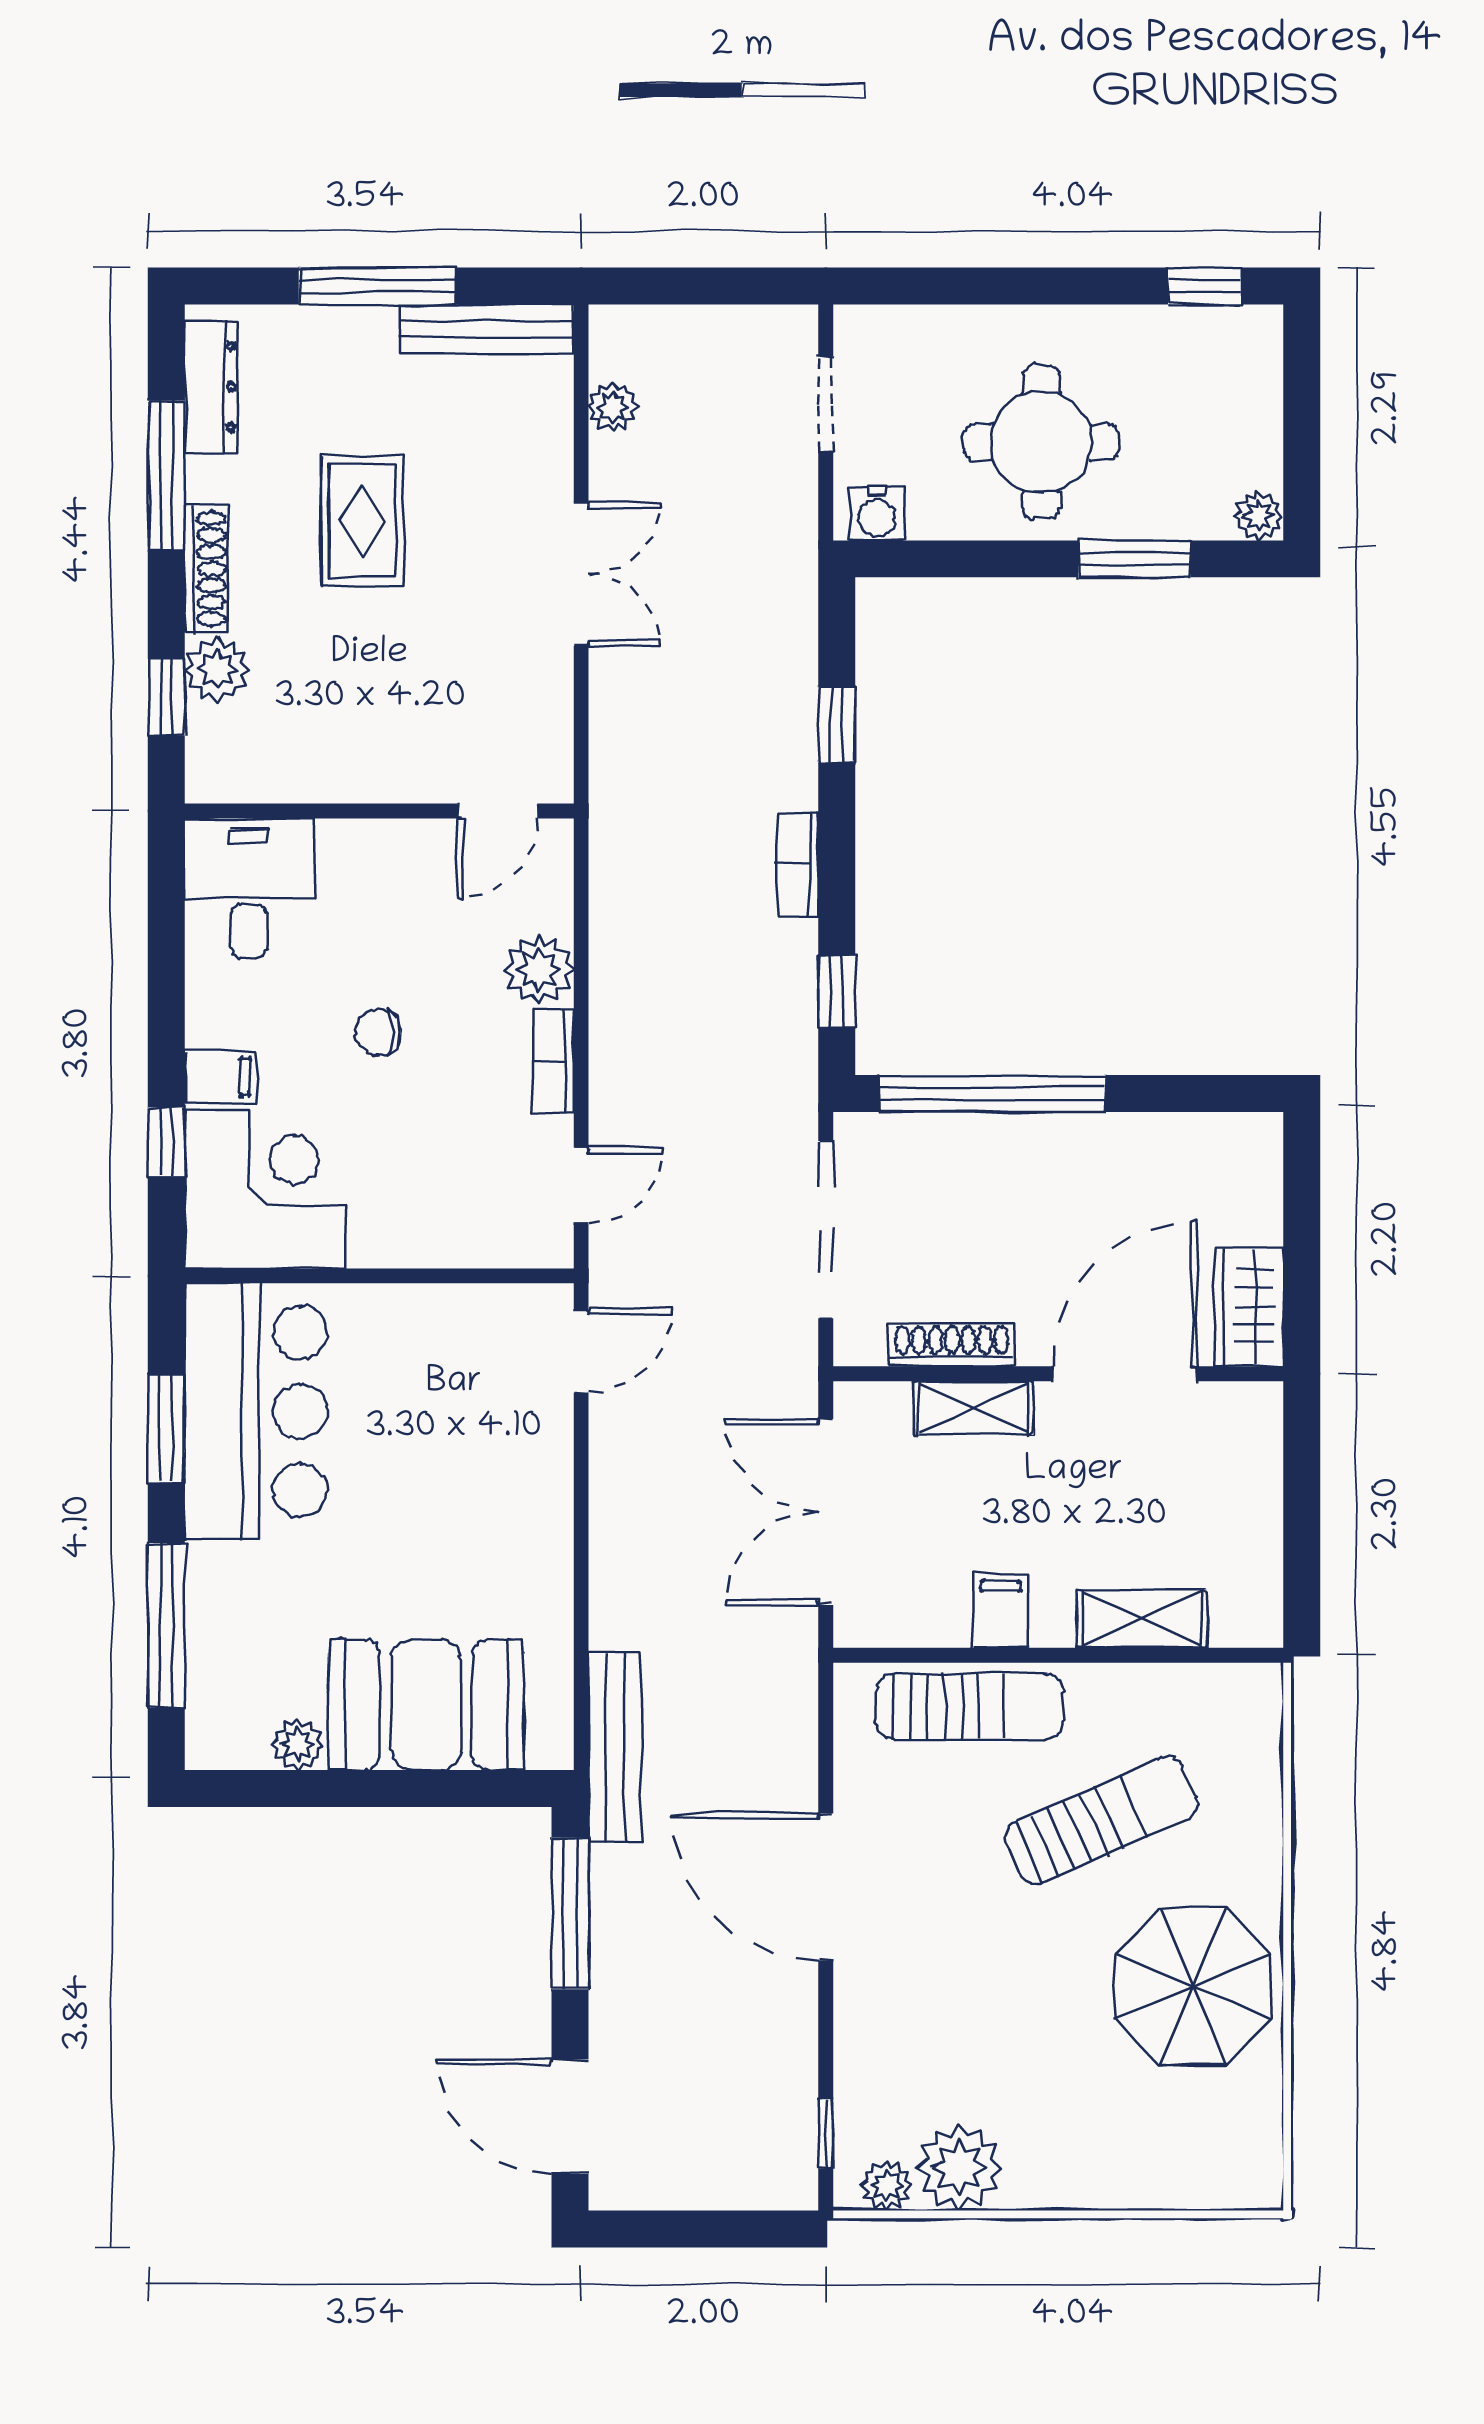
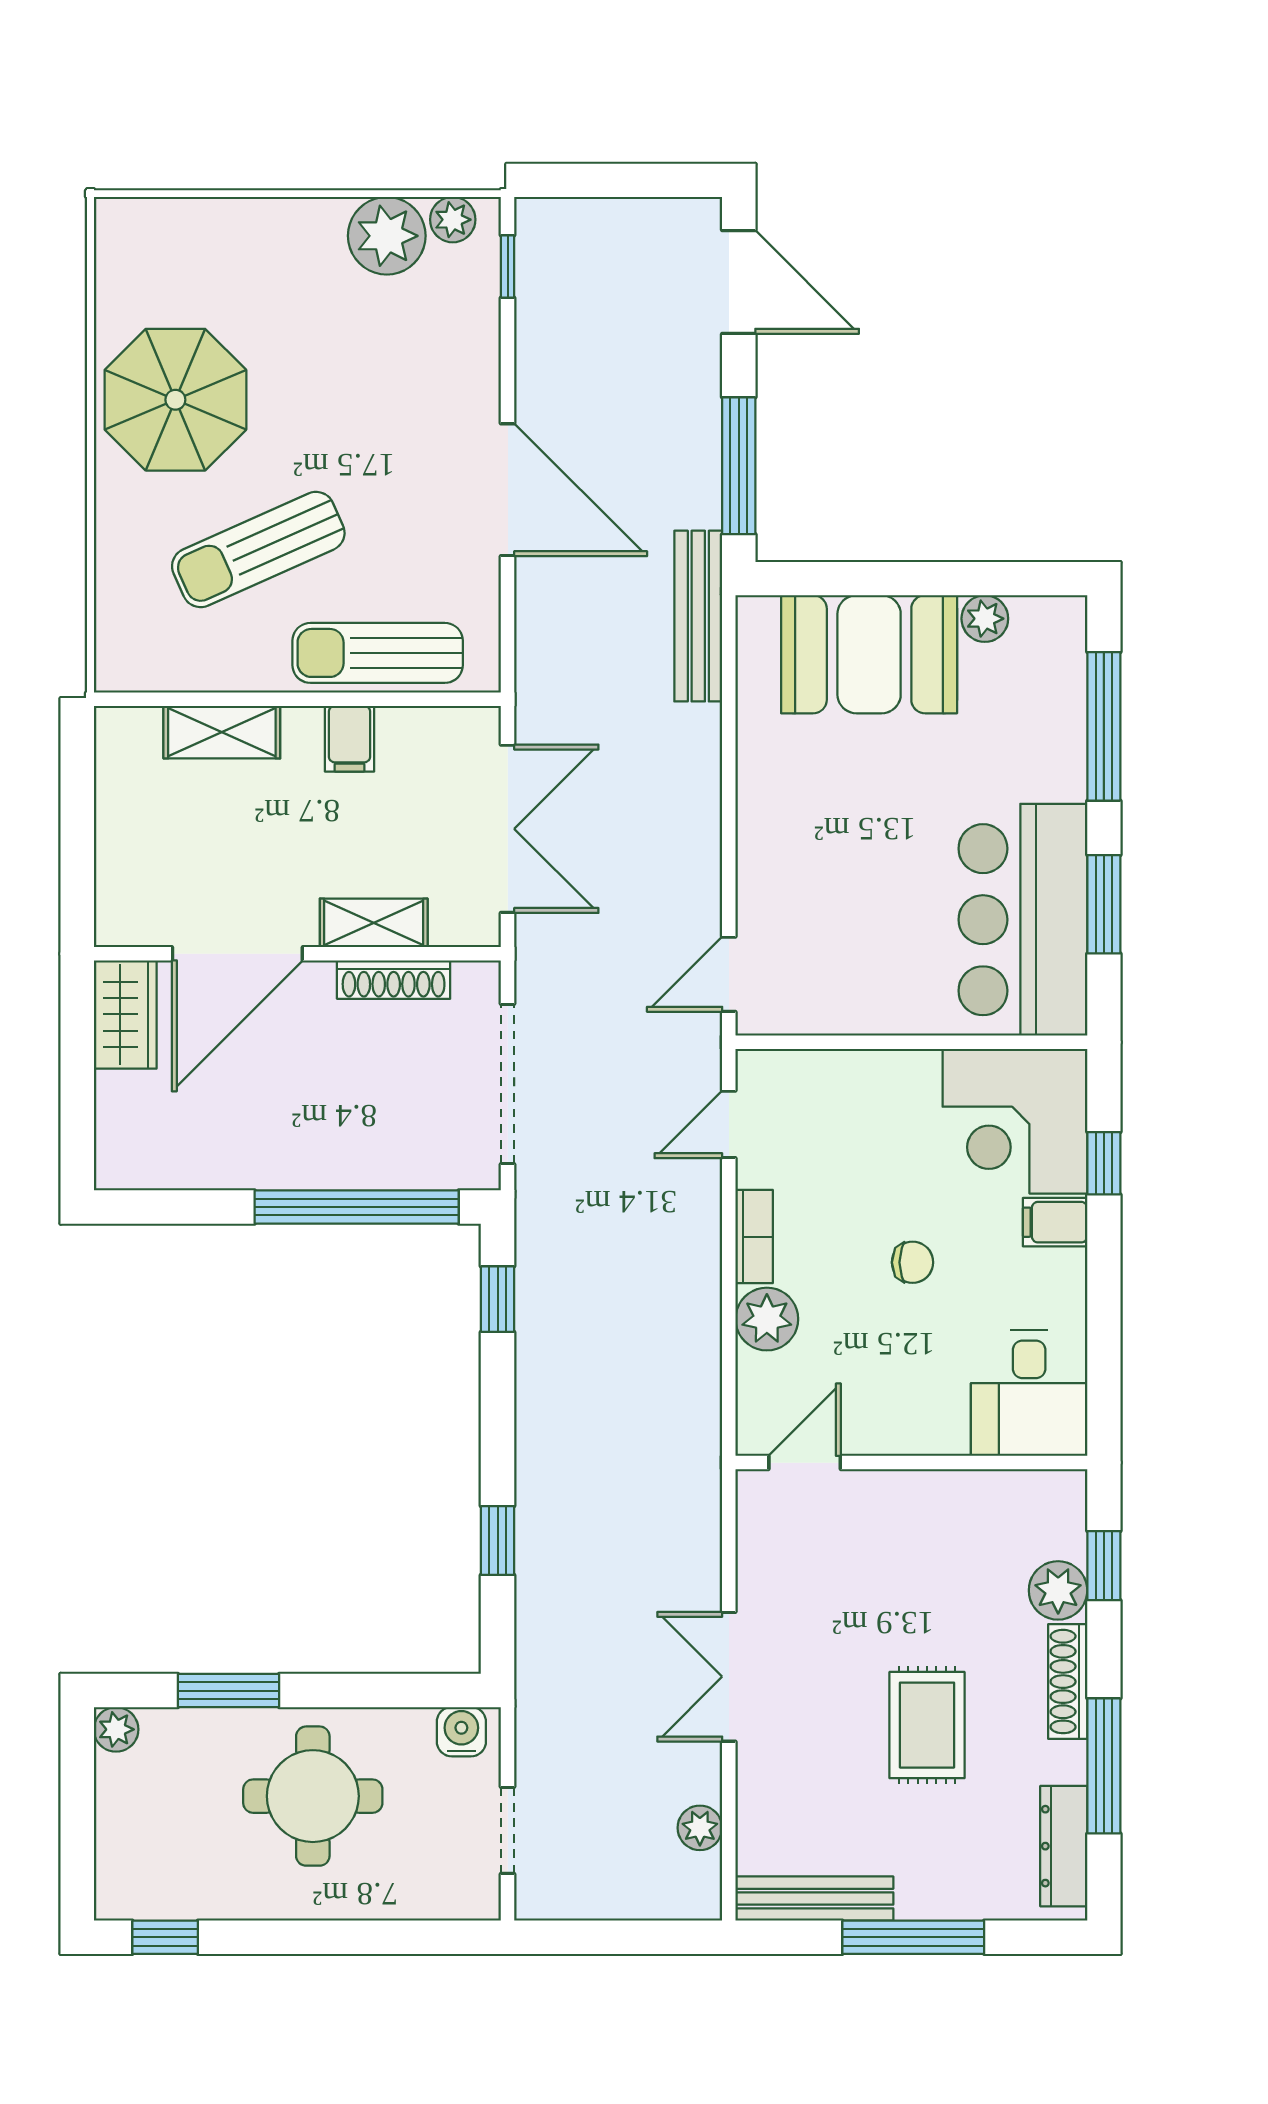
bookcase: (798, 864) -> (533, 1414), removed

